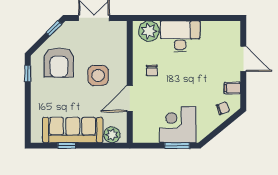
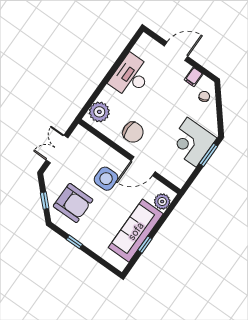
window: (54, 28) -> (45, 201), moved
desk: (180, 36) -> (131, 76), moved
chair: (152, 70) -> (133, 132), width x1.87, depth x1.87
window: (28, 73) -> (74, 242), moved
door: (130, 99) -> (143, 166), hinge flipped

